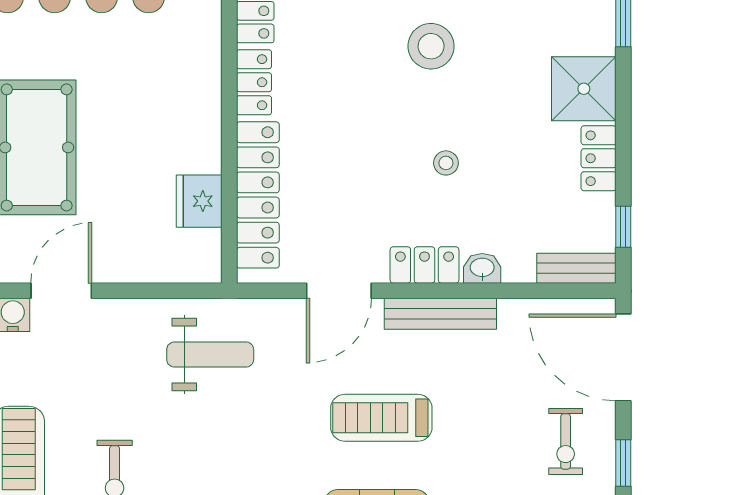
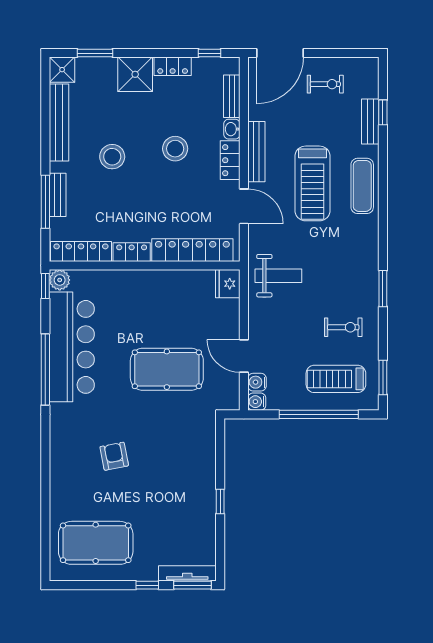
stool: (446, 163) -> (175, 149), width x1.89, depth x1.89
fridge: (199, 201) -> (228, 284), moved, turned 90
bench: (576, 268) -> (232, 96), moved
weight bench: (210, 355) -> (278, 276), turned 90
treadmill: (381, 418) -> (312, 183), width x1.37, depth x1.38
window: (623, 463) -> (337, 53), removed

